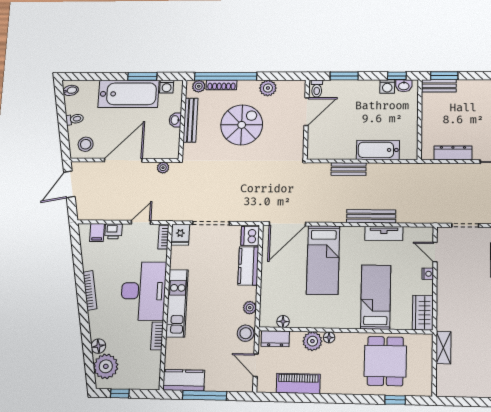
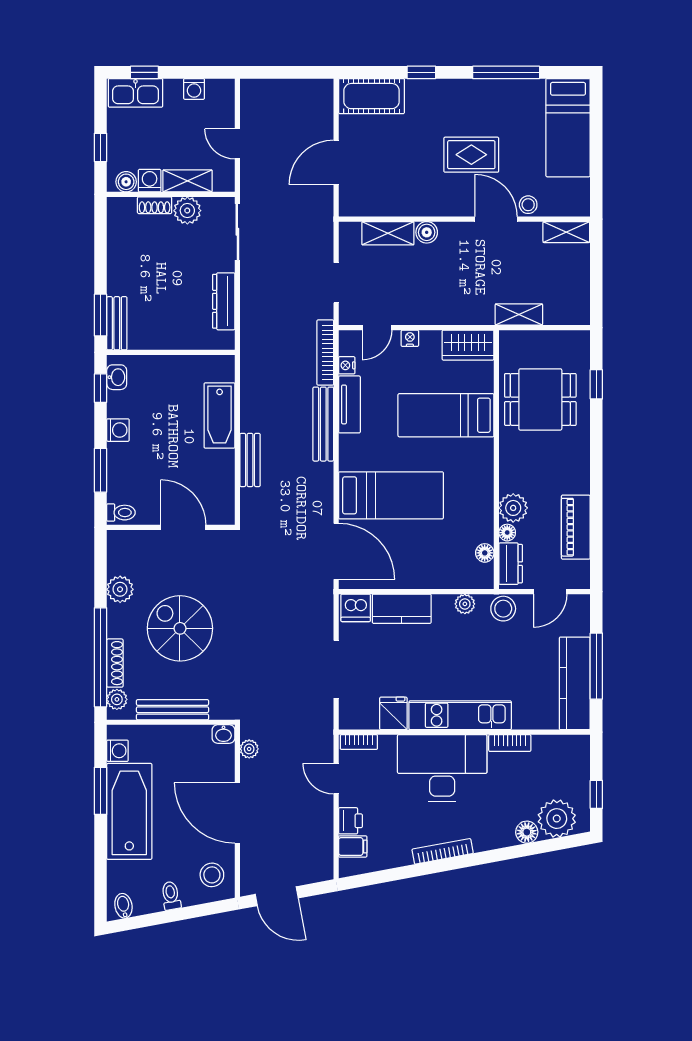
washing machine: (387, 87) -> (118, 430), moved
door: (307, 112) -> (183, 527), moved
washbasin: (175, 120) -> (223, 734), moved
bookcase: (419, 218) -> (325, 353), added
nightstand: (410, 232) -> (347, 365), added
fridge: (180, 235) -> (393, 713), moved, turned -90
floor lamp: (329, 337) -> (507, 533), moved
kitchen counter: (184, 380) -> (575, 683), width x1.50

